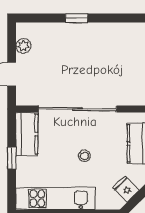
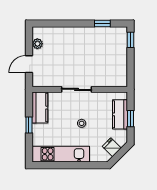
window: (77, 18) -> (102, 23), moved
sliding door: (77, 109) -> (77, 89), width x0.54

